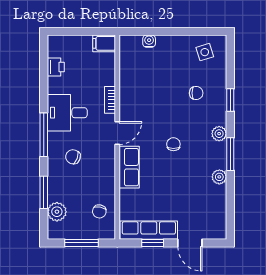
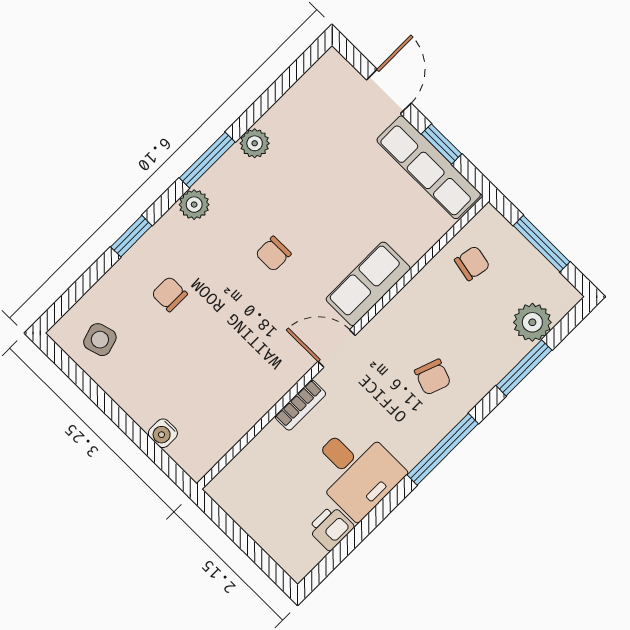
filing cabinet: (104, 43) -> (229, 493), removed
desk: (67, 113) -> (355, 471), moved

